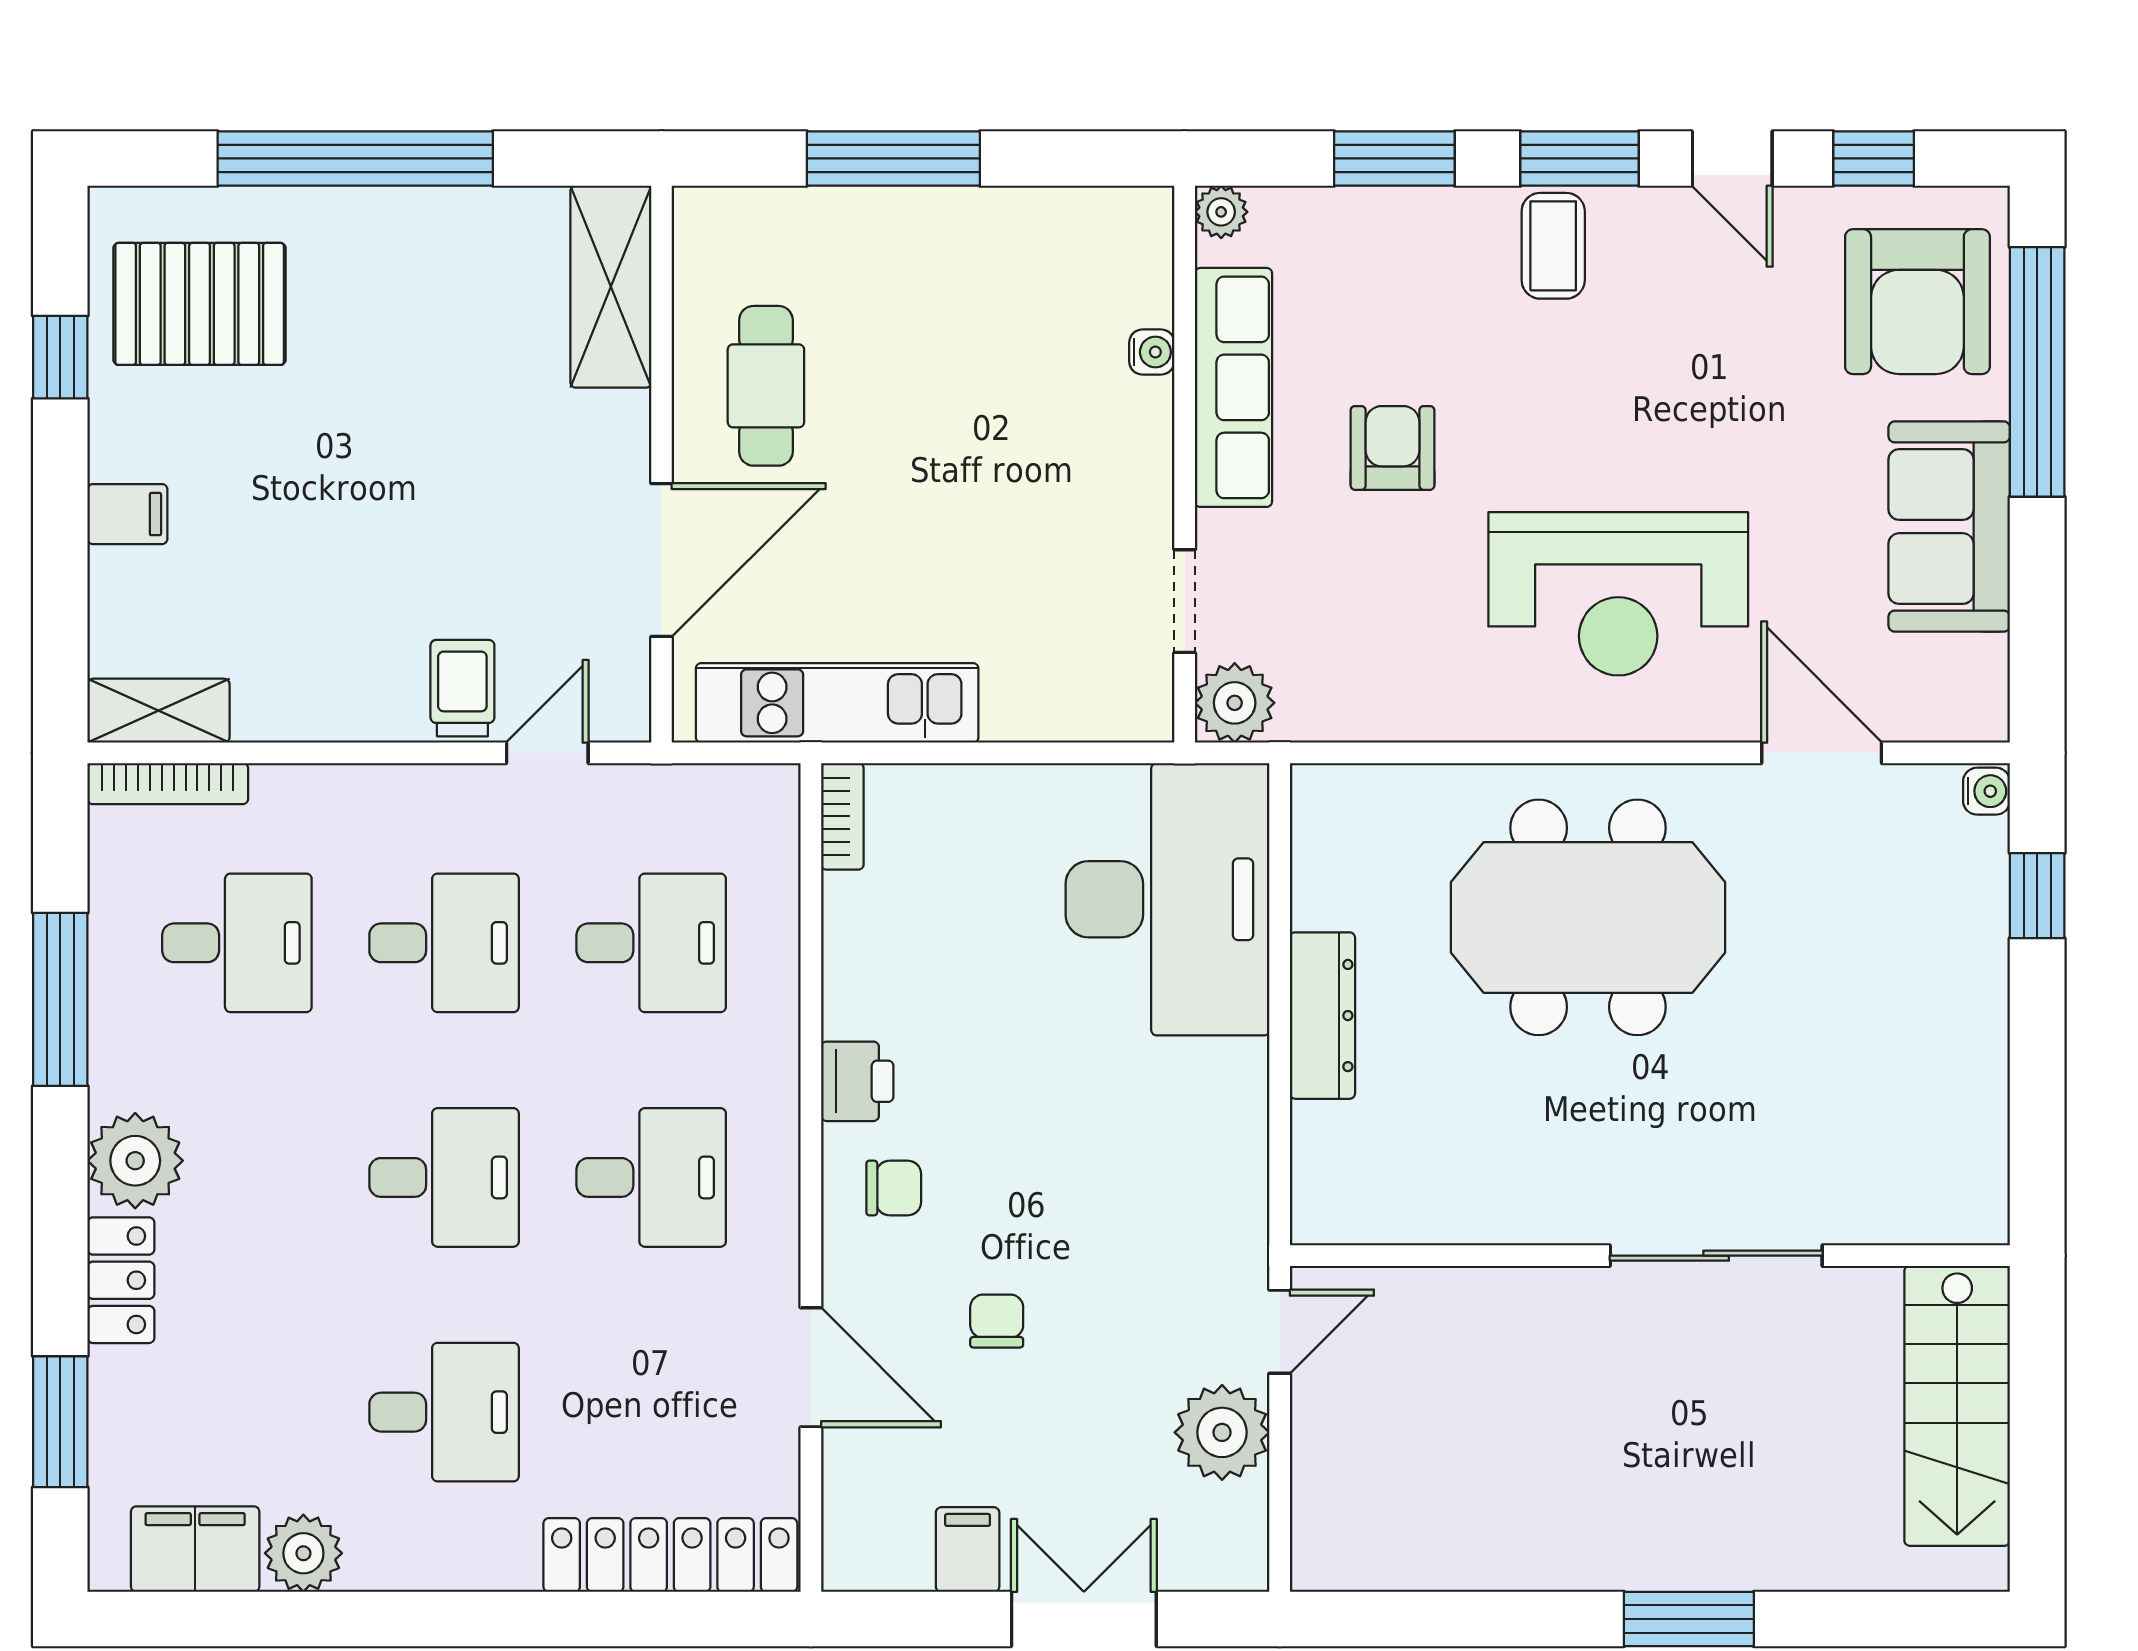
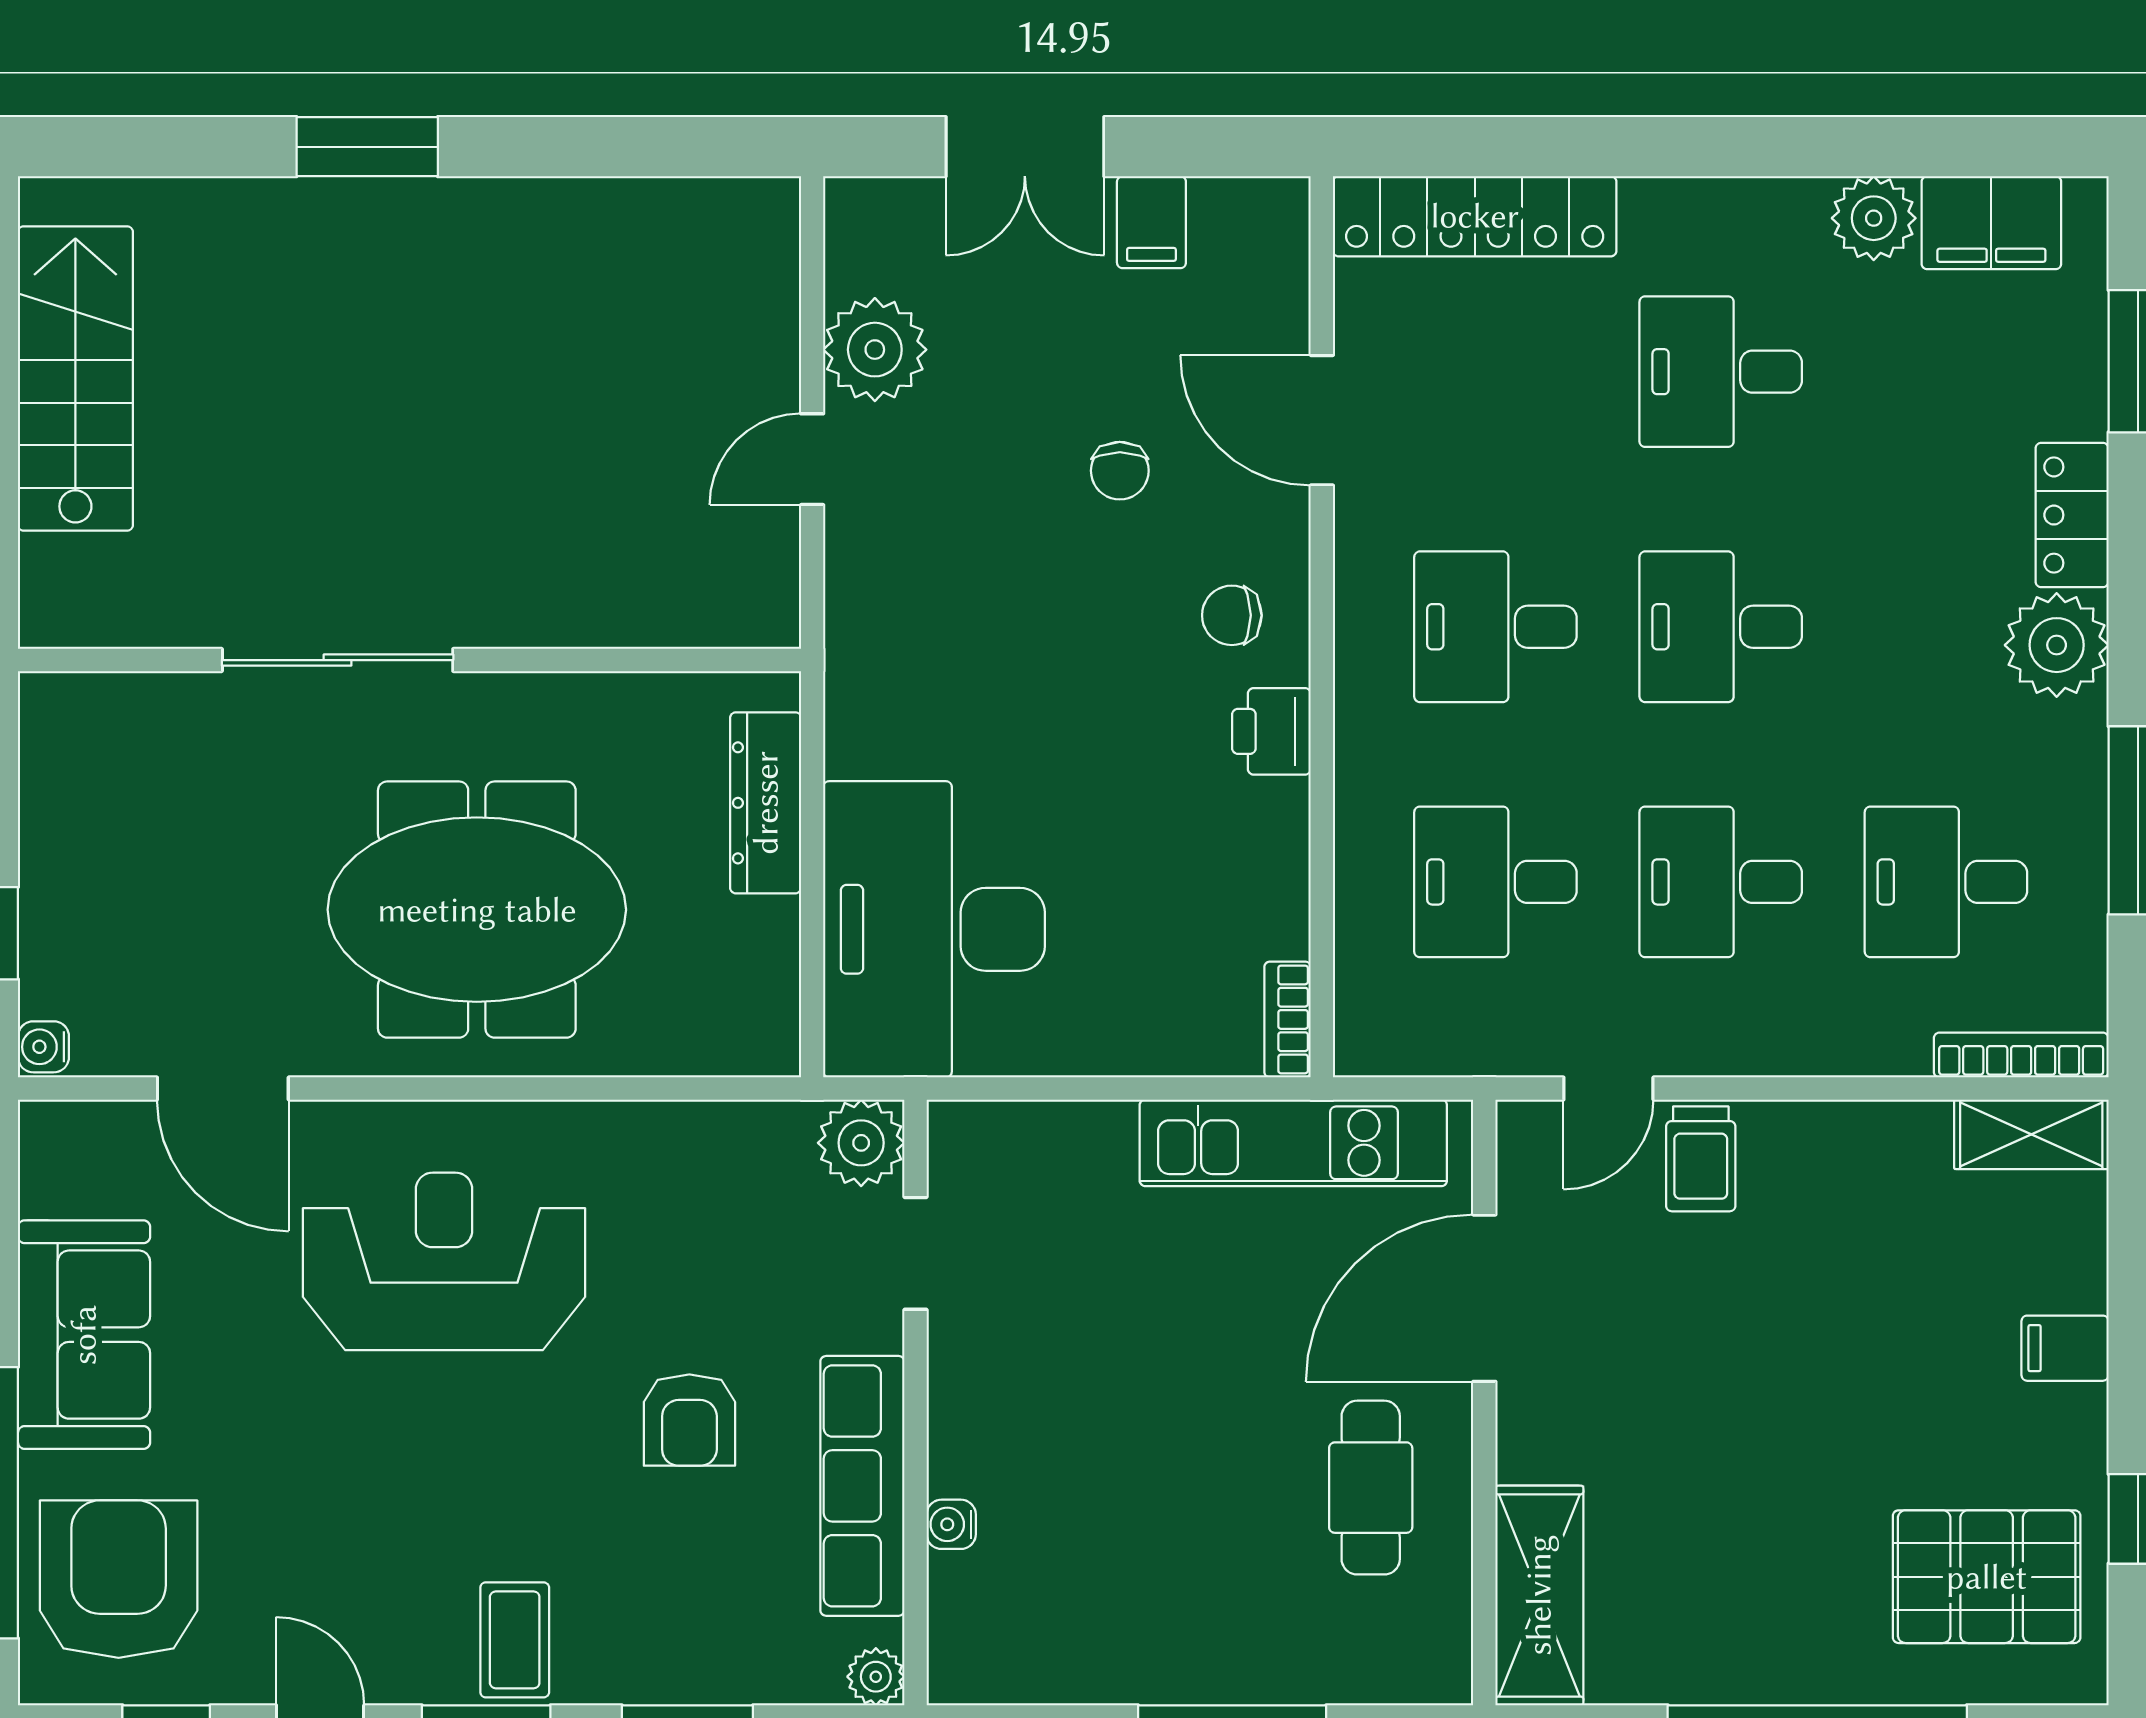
wall: (1650, 1256) -> (409, 660), moved
sliding door: (1716, 1256) -> (338, 660), moved

